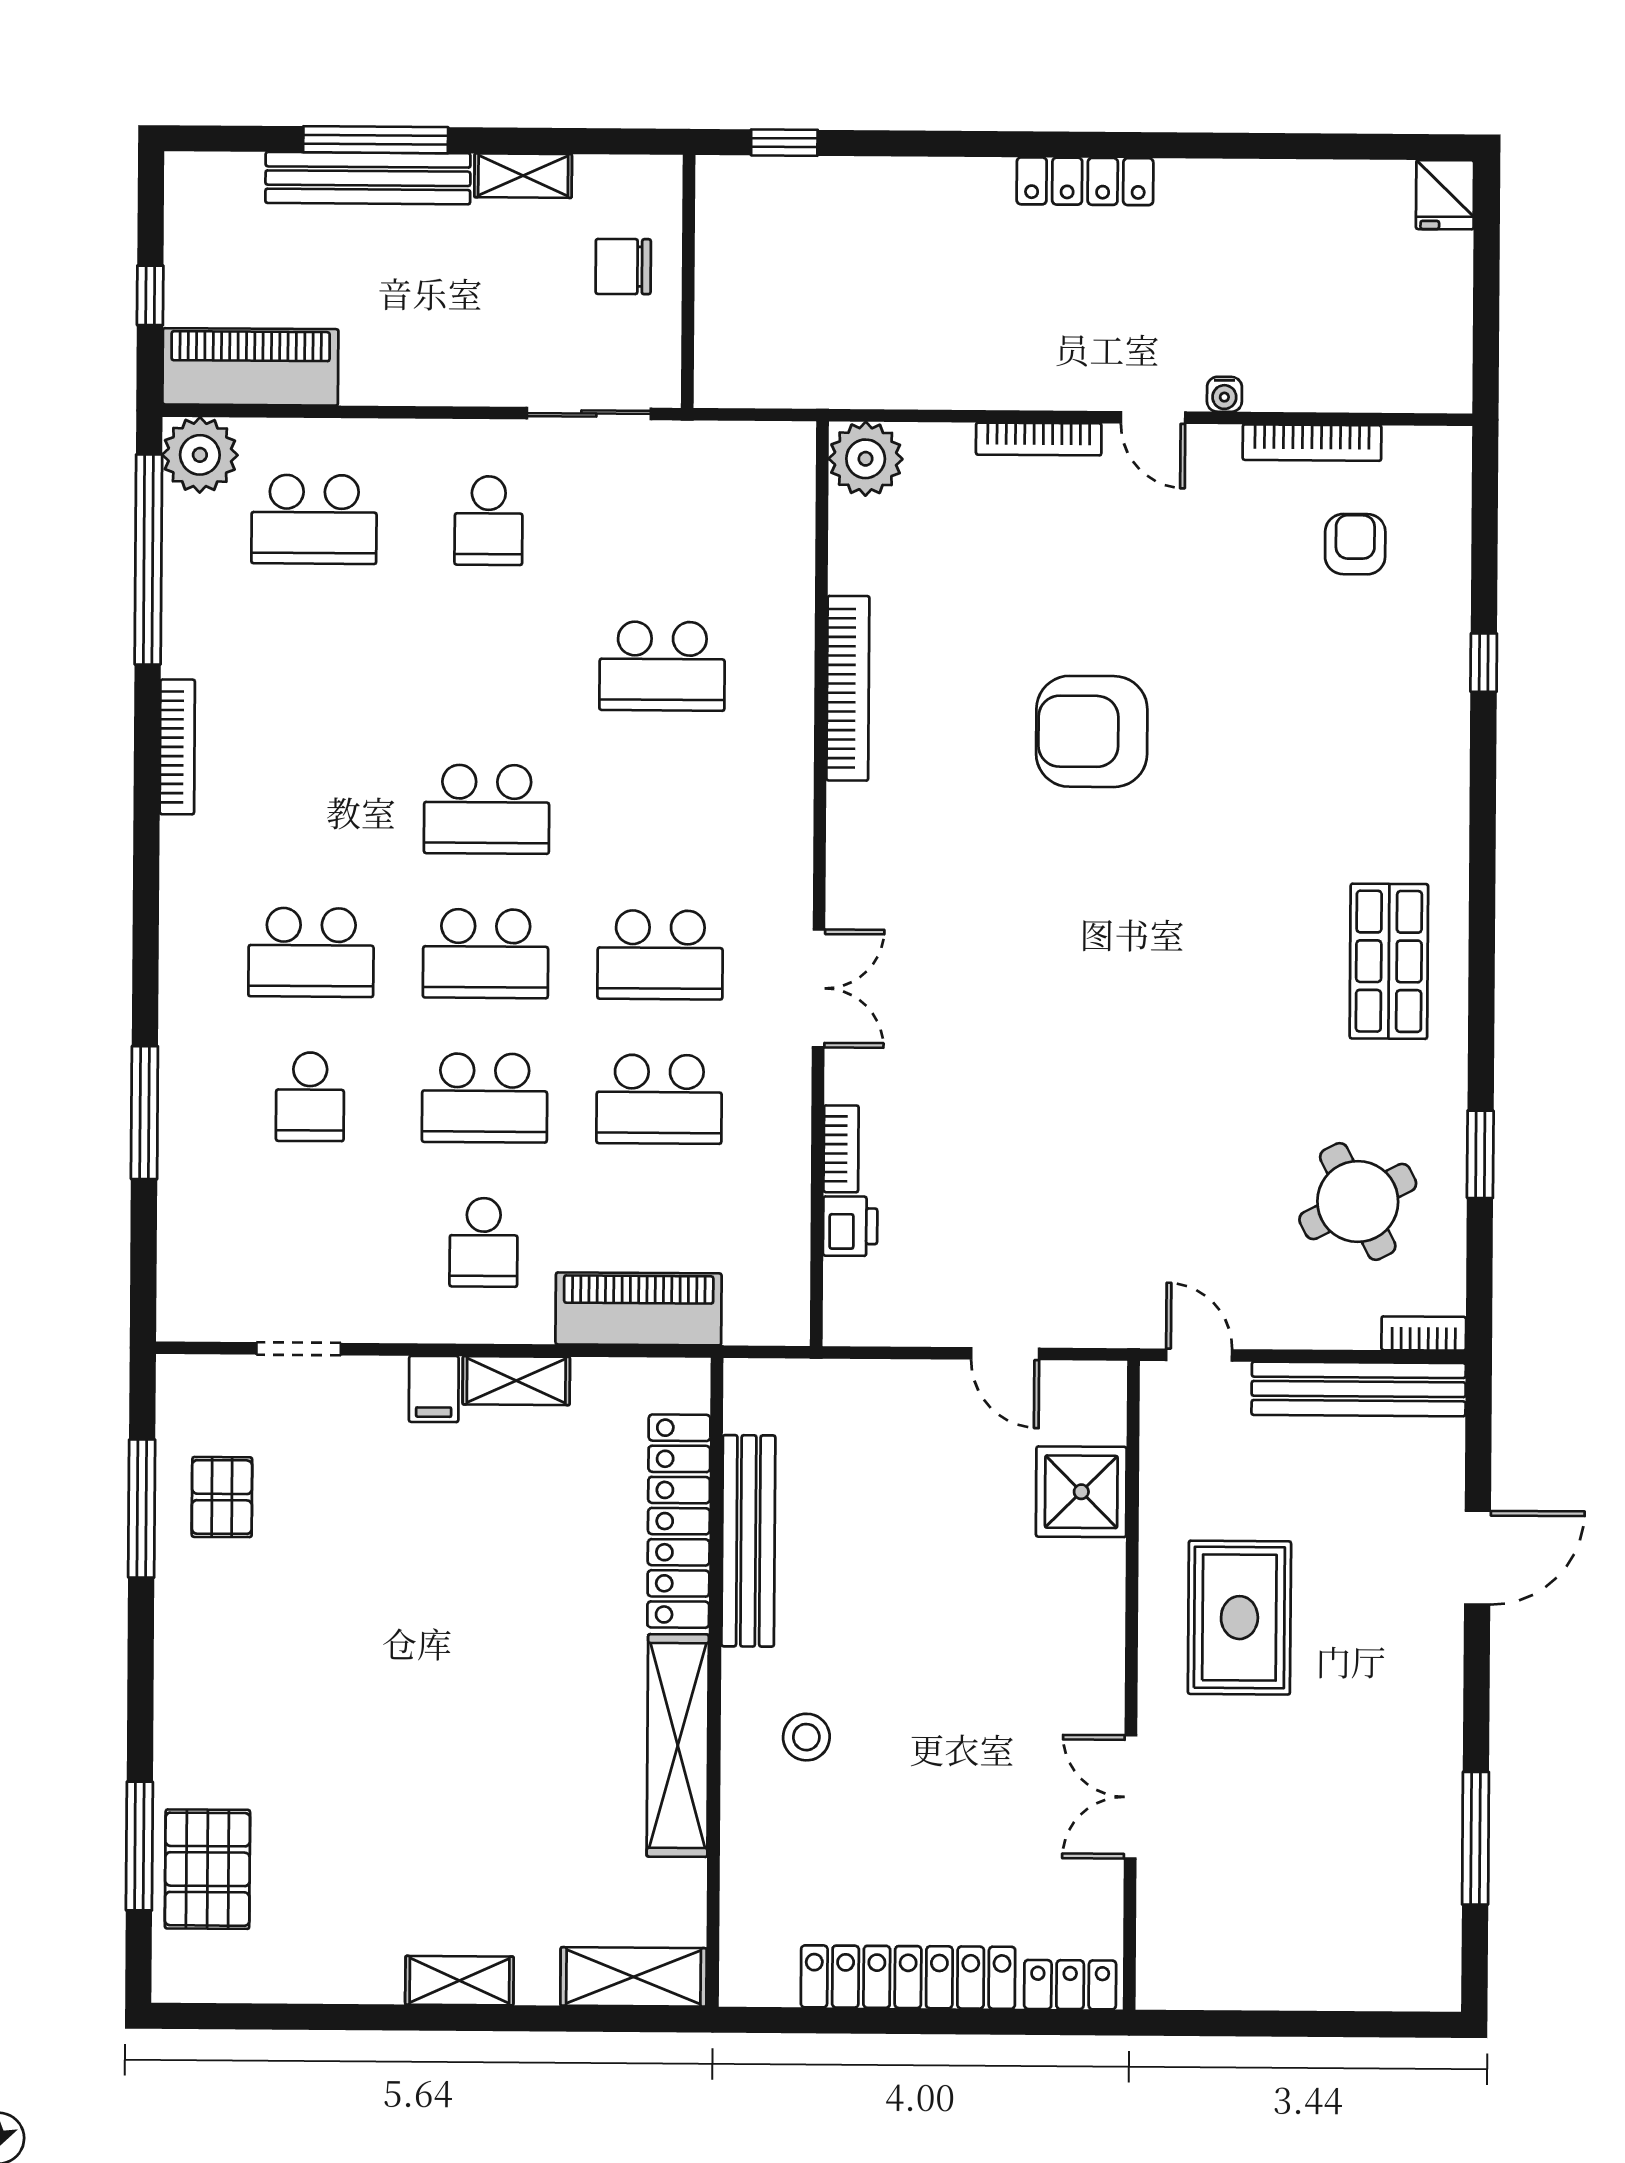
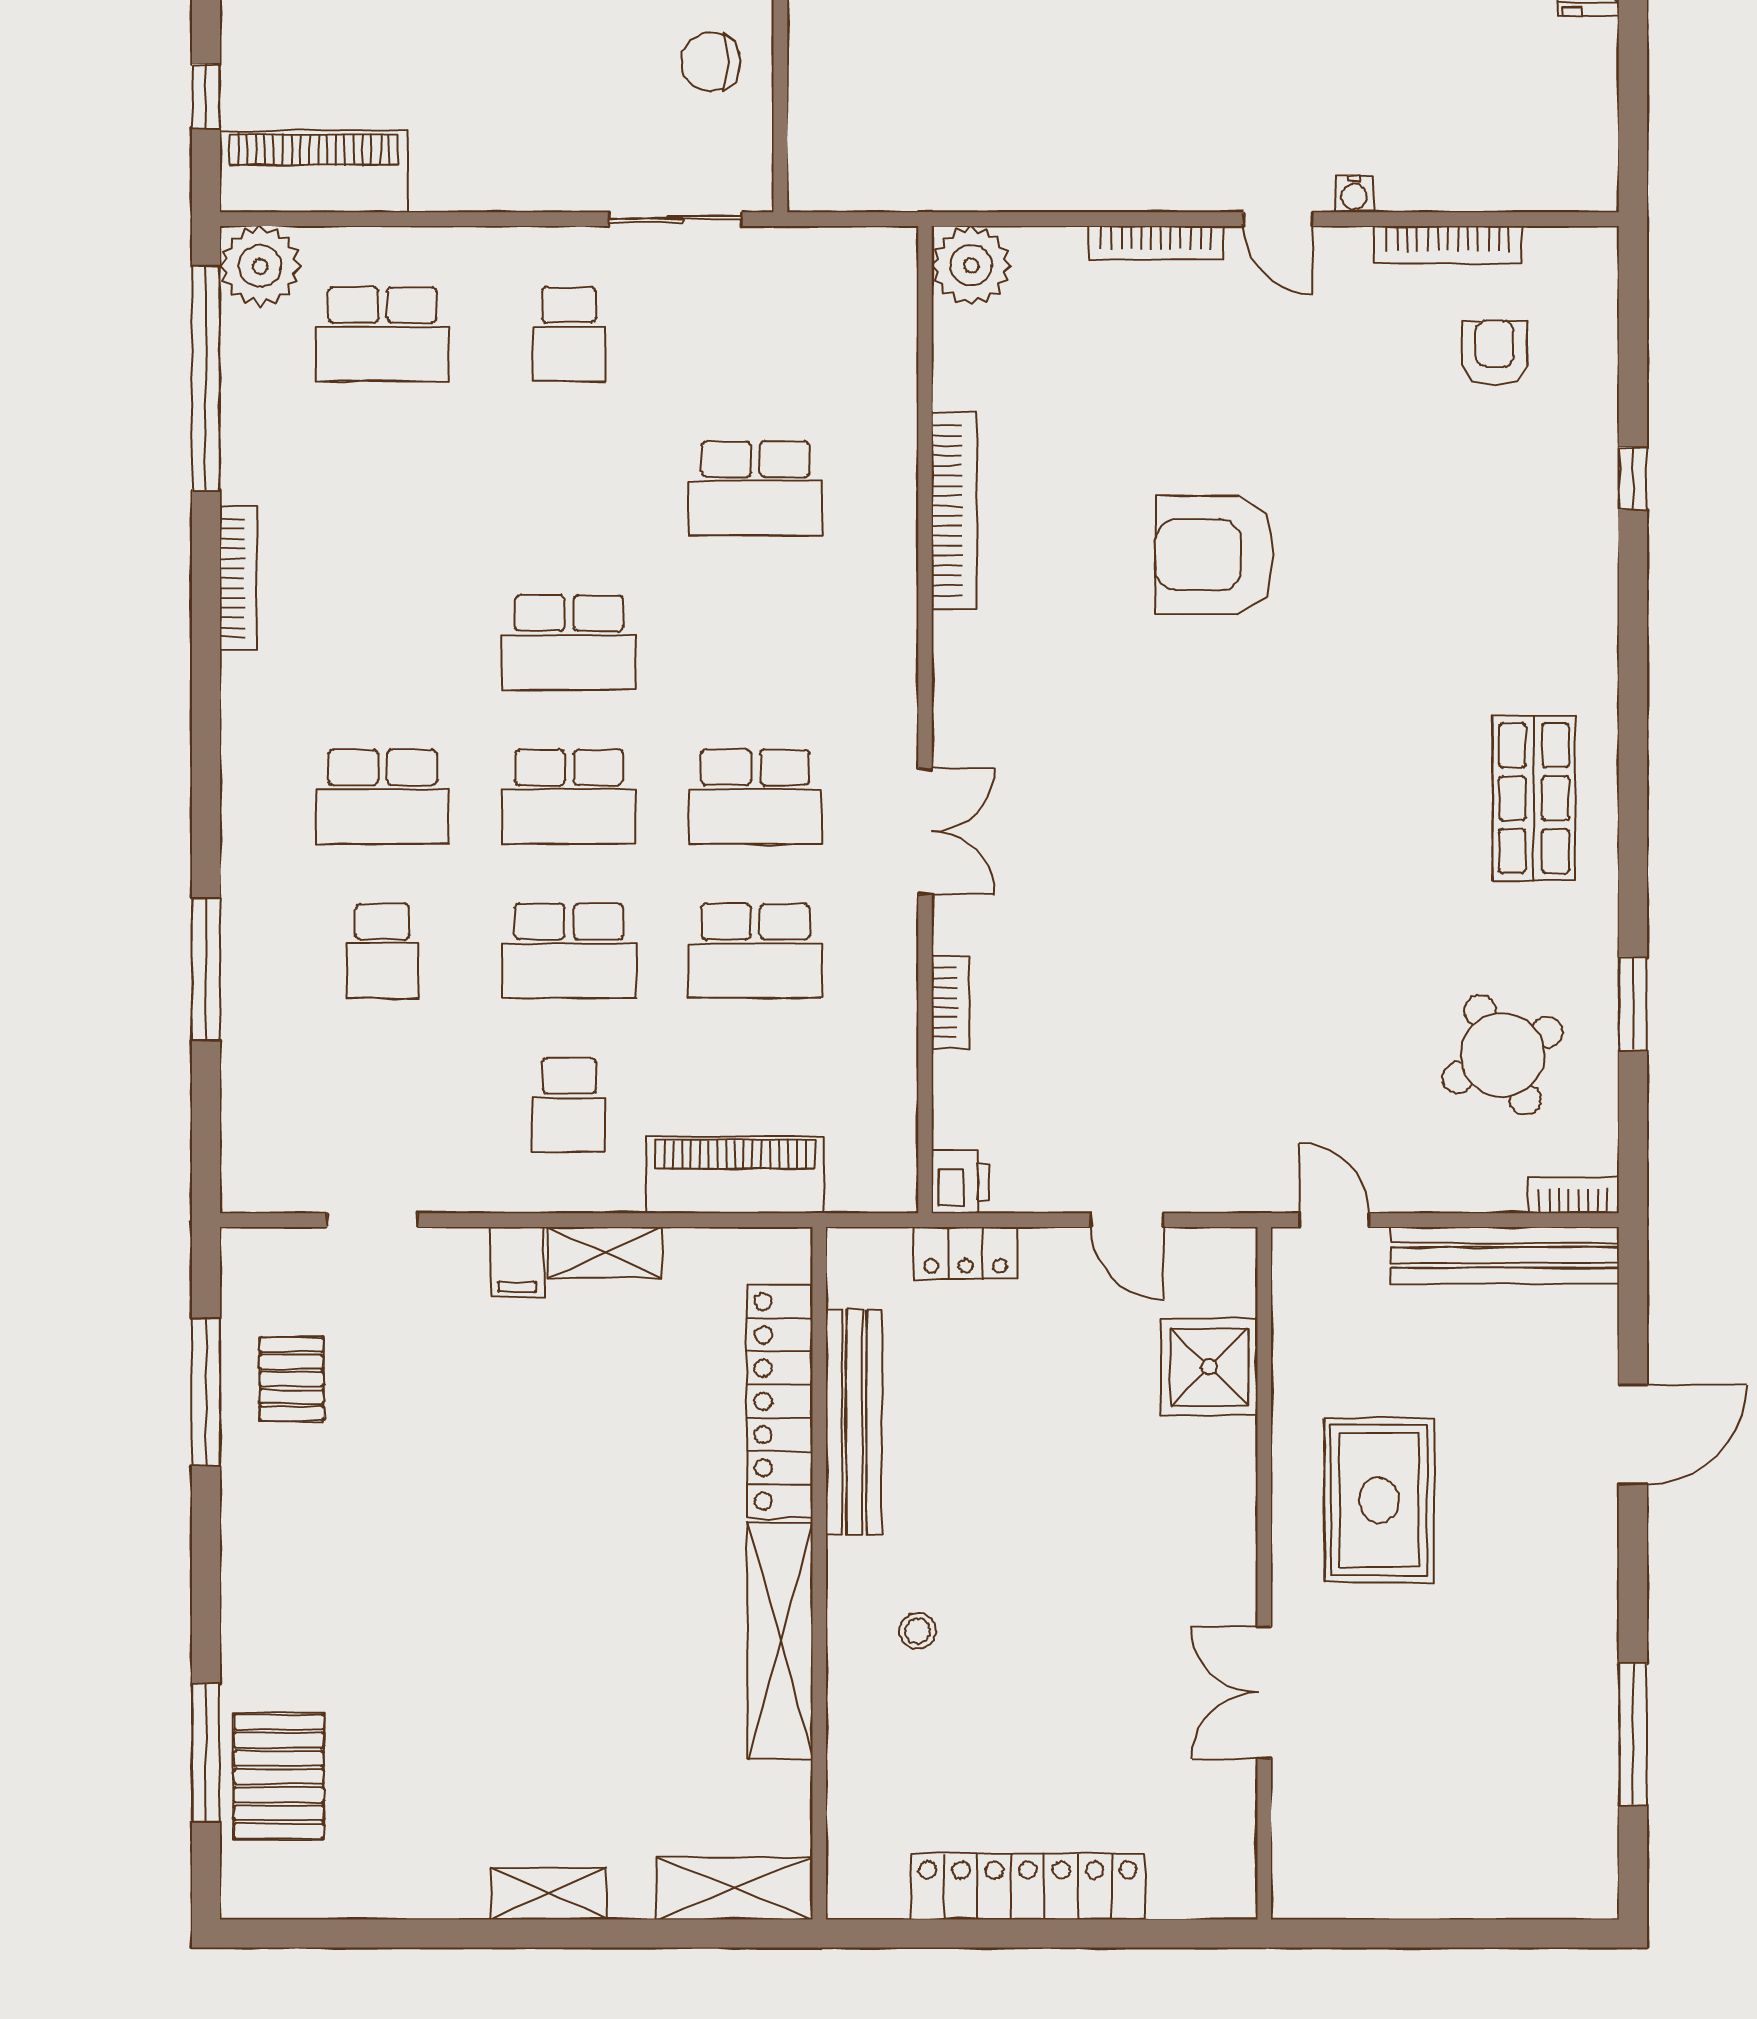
printer: (850, 1226) -> (960, 1182), moved
stool: (806, 1737) -> (917, 1631), width x0.73, depth x0.73
locker: (1070, 1985) -> (966, 1253), moved, turned 180

